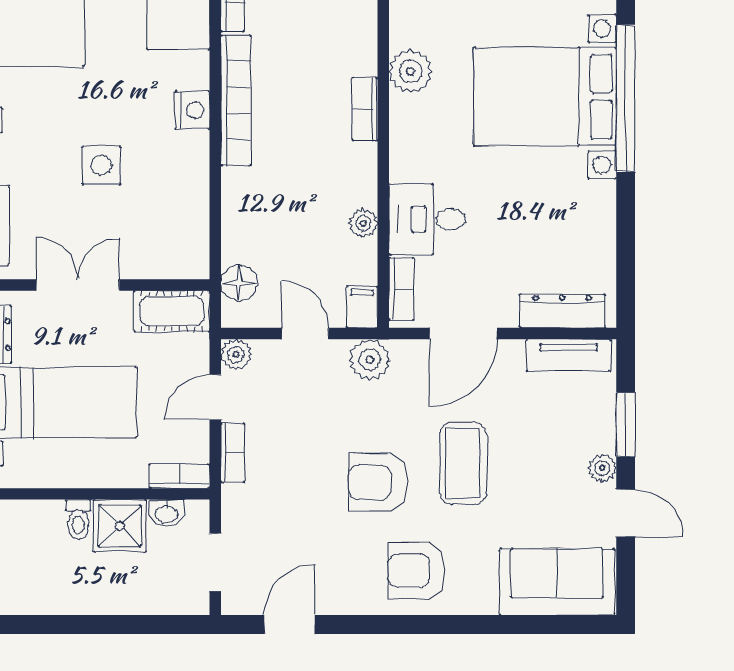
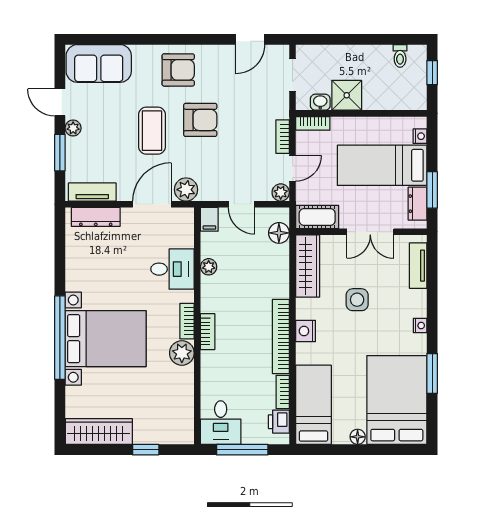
wardrobe: (189, 225) -> (308, 266), added
bookcase: (401, 289) -> (187, 321), moved
plant: (370, 360) -> (186, 190), moved
toilet: (78, 519) -> (400, 56), moved, turned 180

